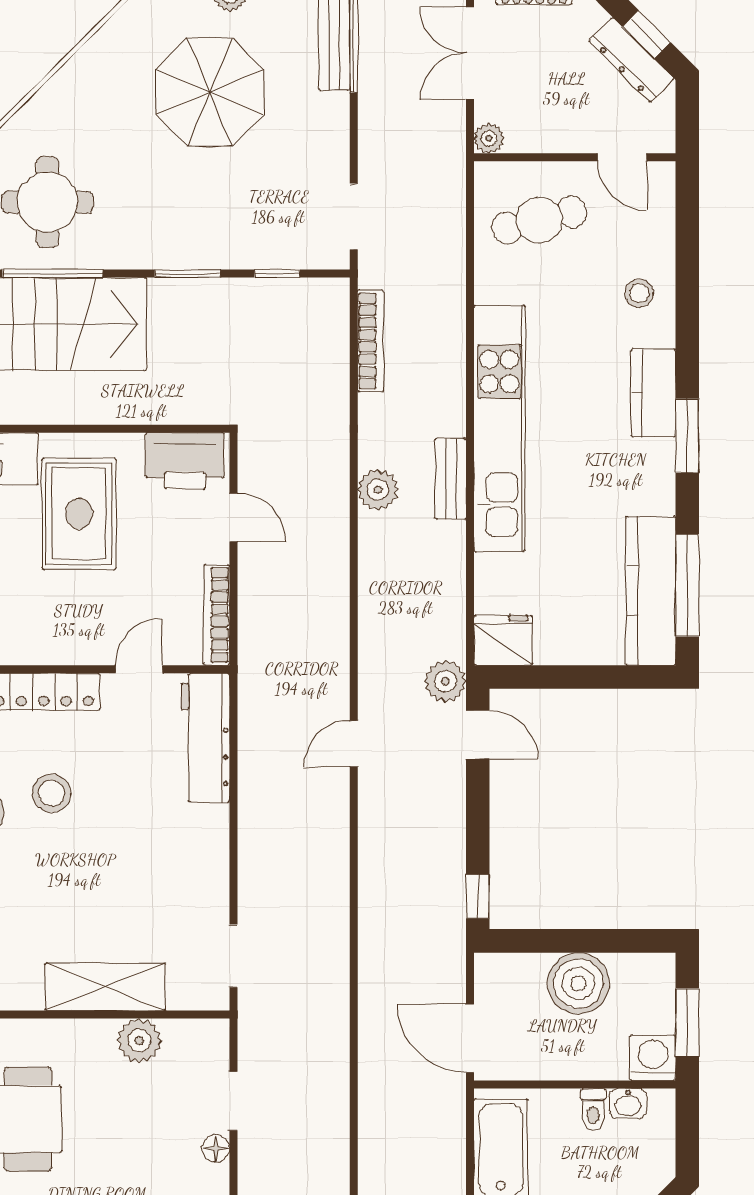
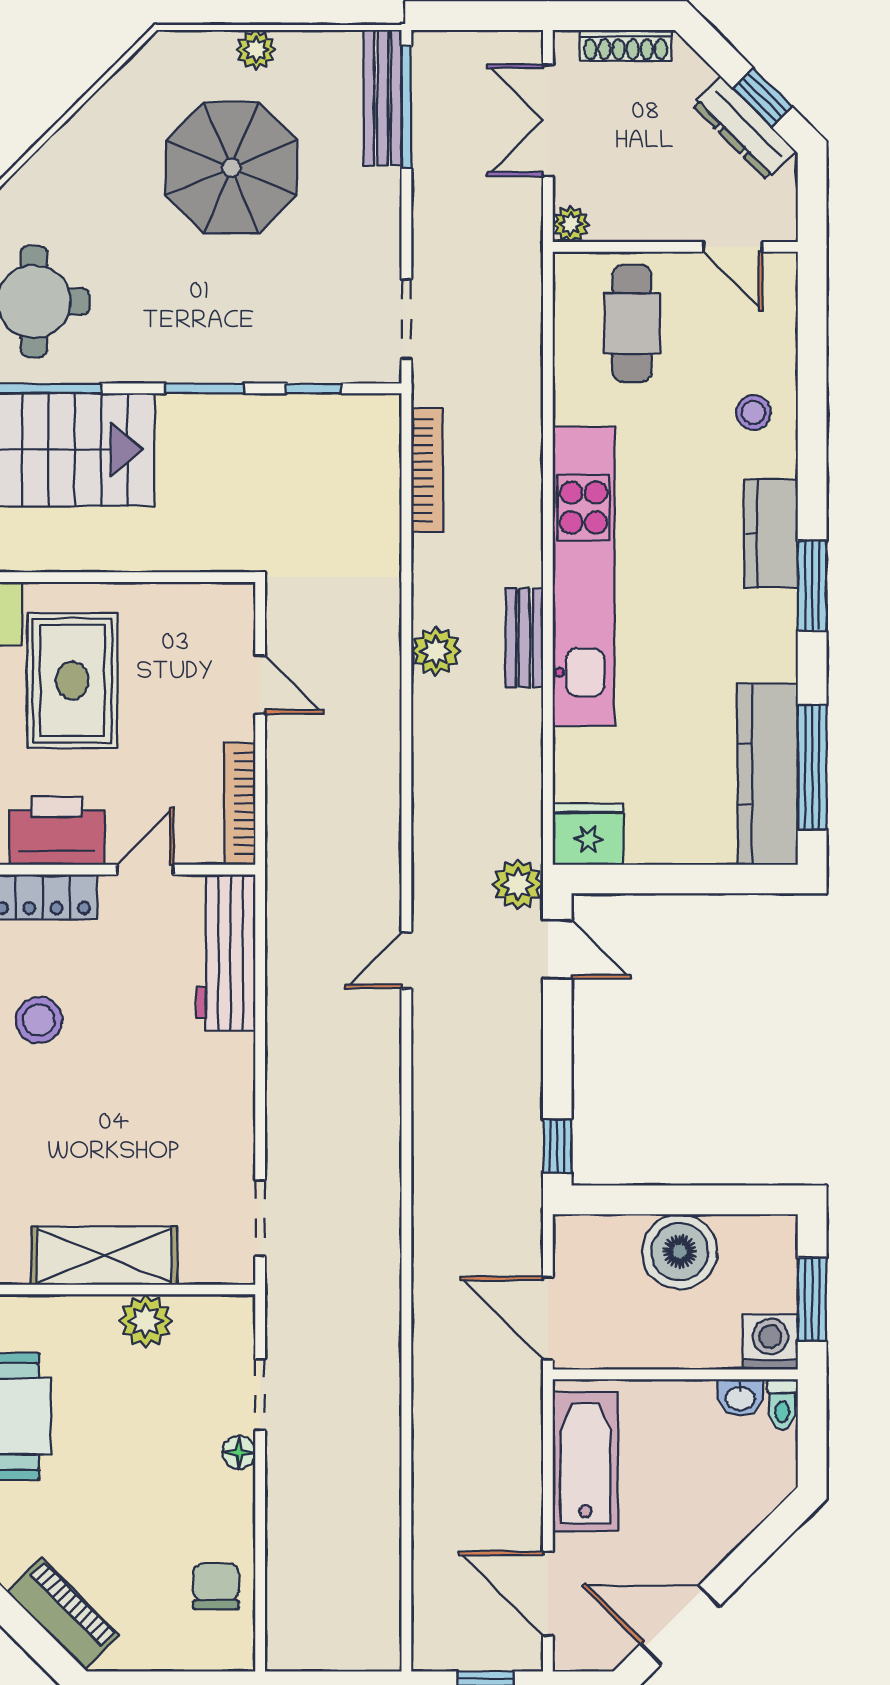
cafe table: (539, 220) -> (632, 323), turned -76
printer: (185, 461) -> (57, 831), moved, turned 180
toilet: (593, 1109) -> (782, 1405), moved

